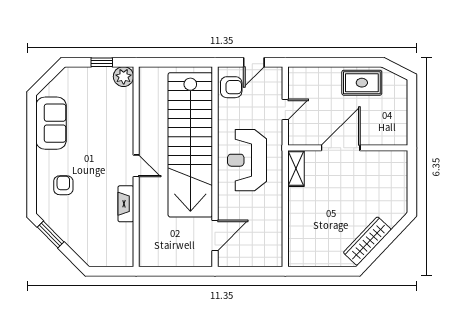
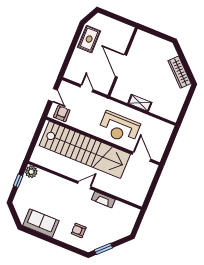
reception desk: (247, 160) -> (119, 128), moved
shelving: (296, 169) -> (140, 103), moved

